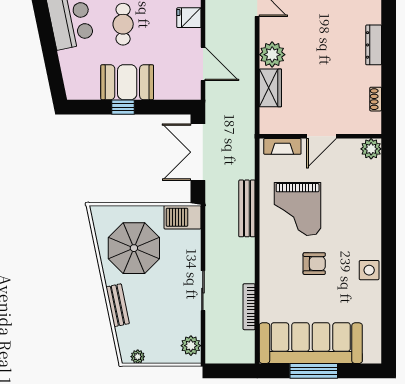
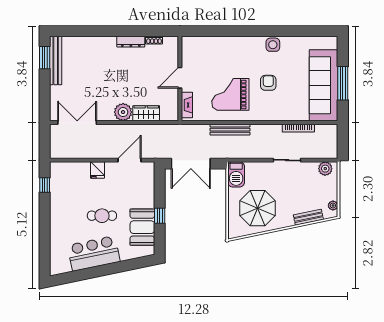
dresser: (374, 45) -> (131, 42), moved
booth: (127, 82) -> (142, 227), moved
door: (322, 136) -> (180, 78), swing flipped
plant: (371, 149) -> (189, 43), removed
grand piano: (298, 209) -> (230, 94), turned 180
bench: (118, 305) -> (308, 217), moved

